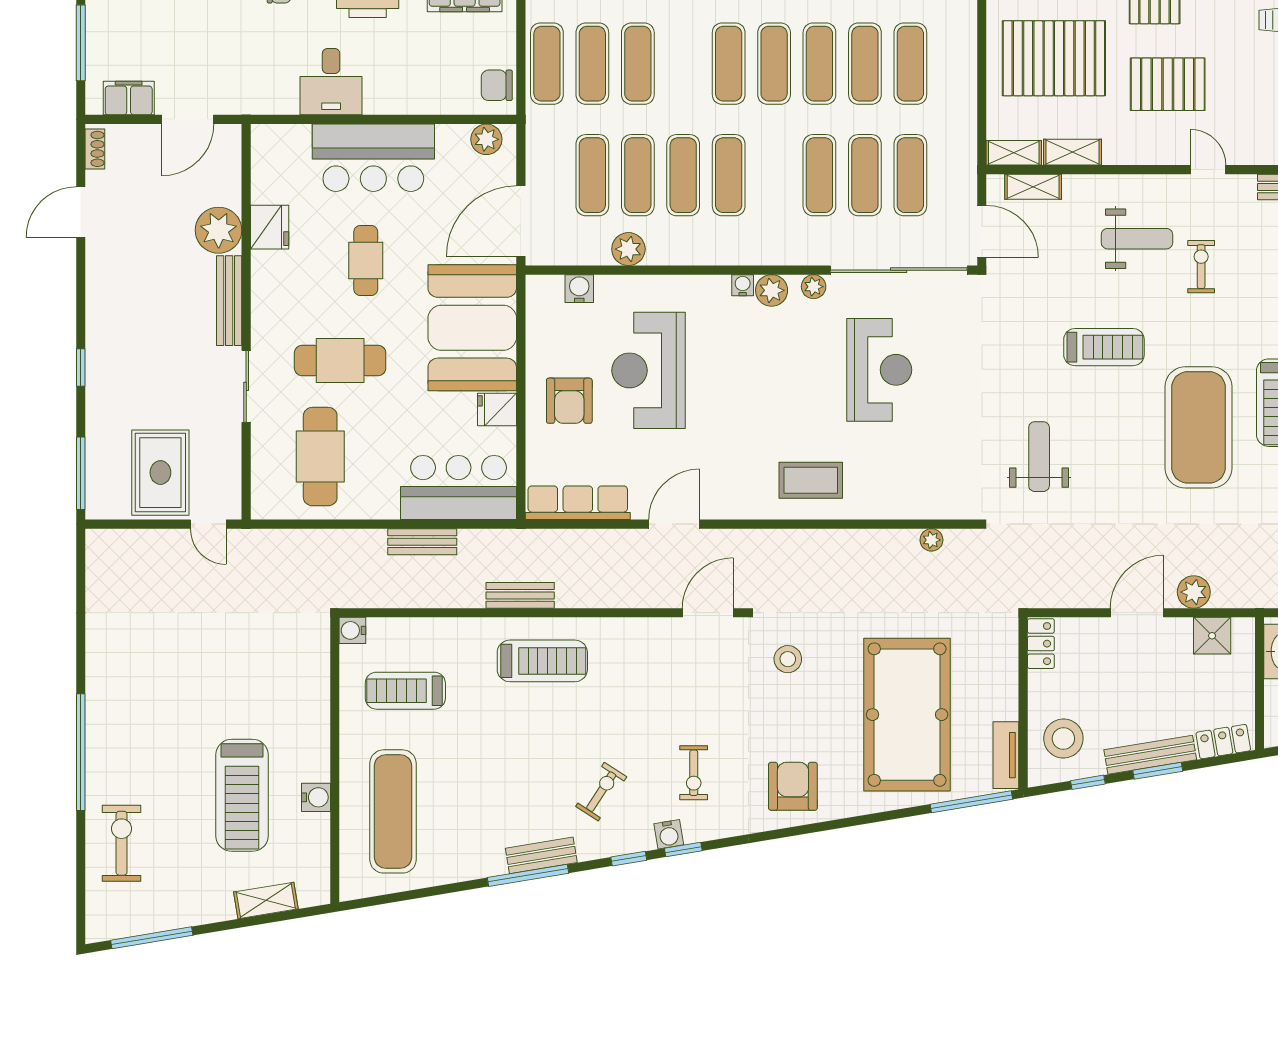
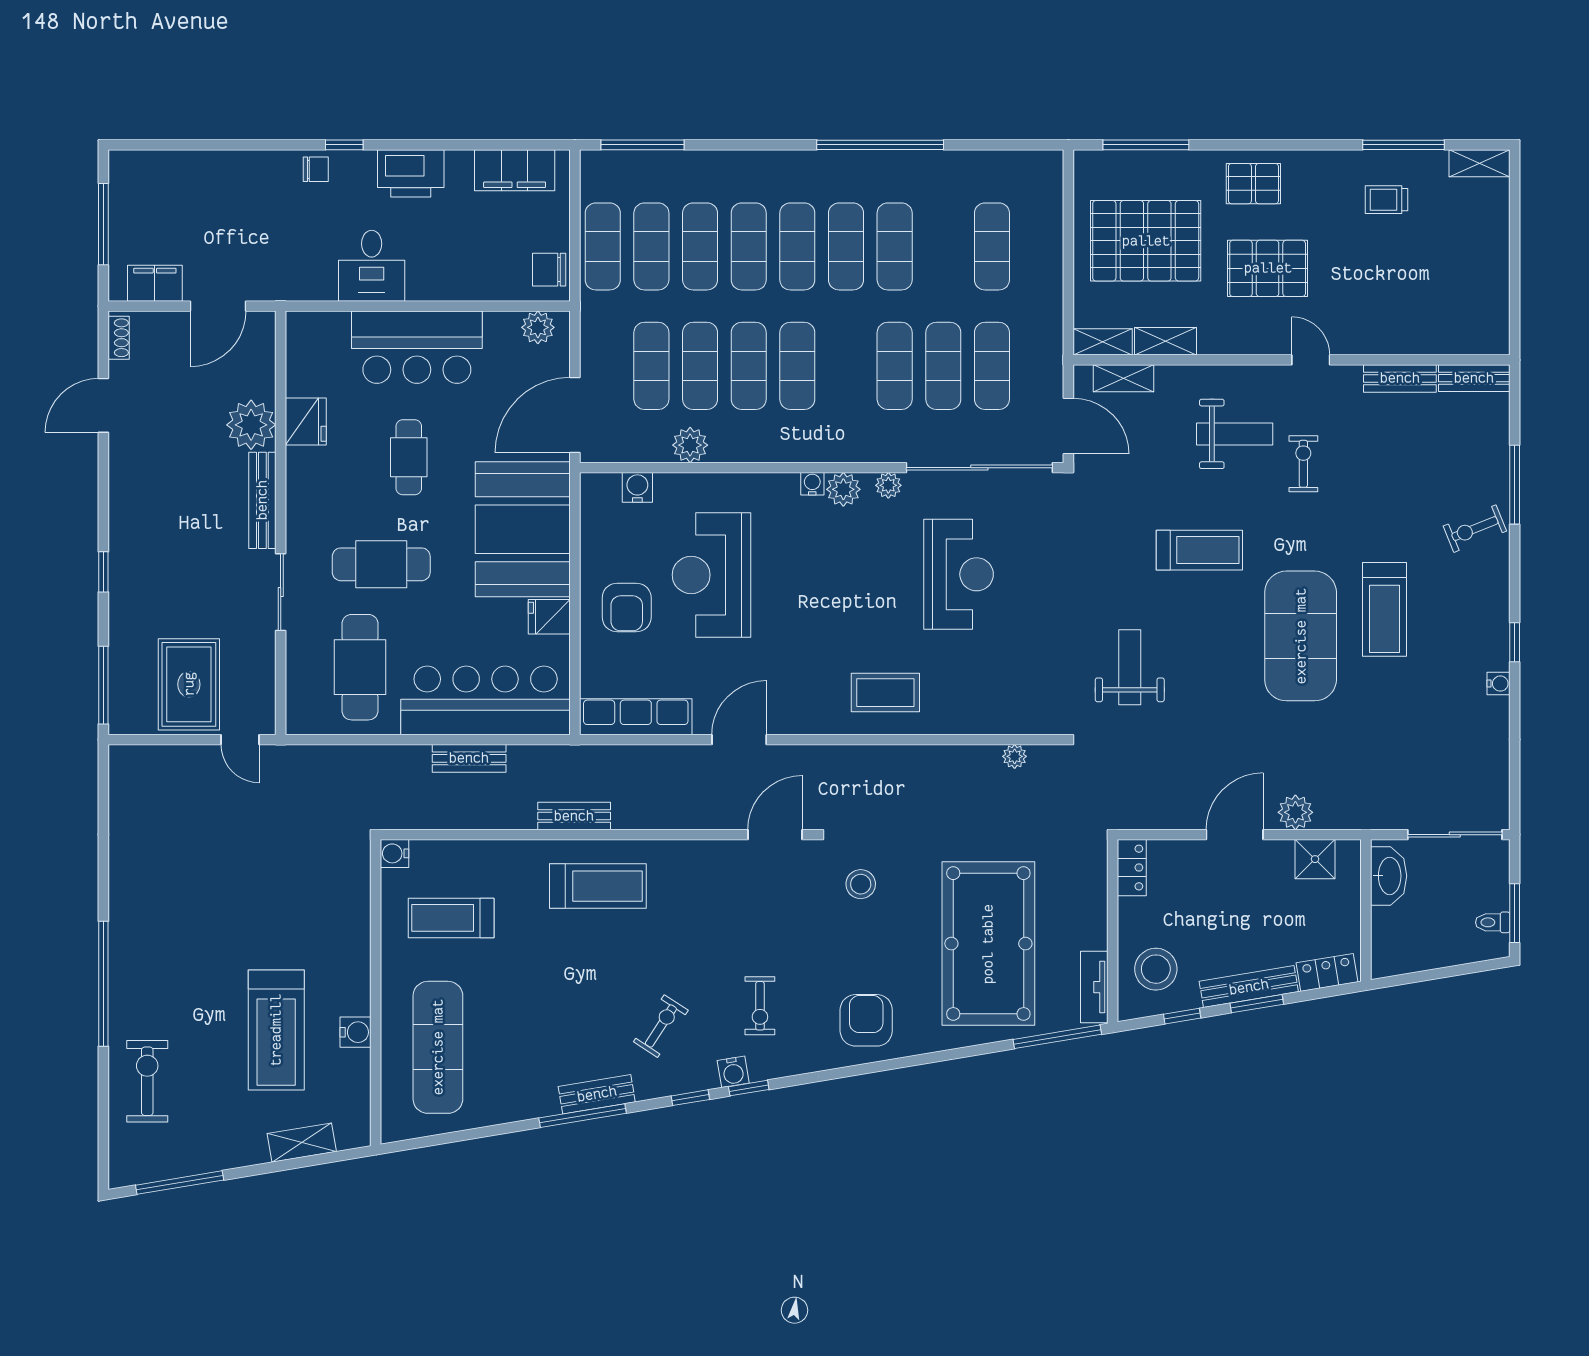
exercise mat: (865, 64) -> (749, 246), moved
bar counter: (459, 488) -> (486, 700), width x1.36

